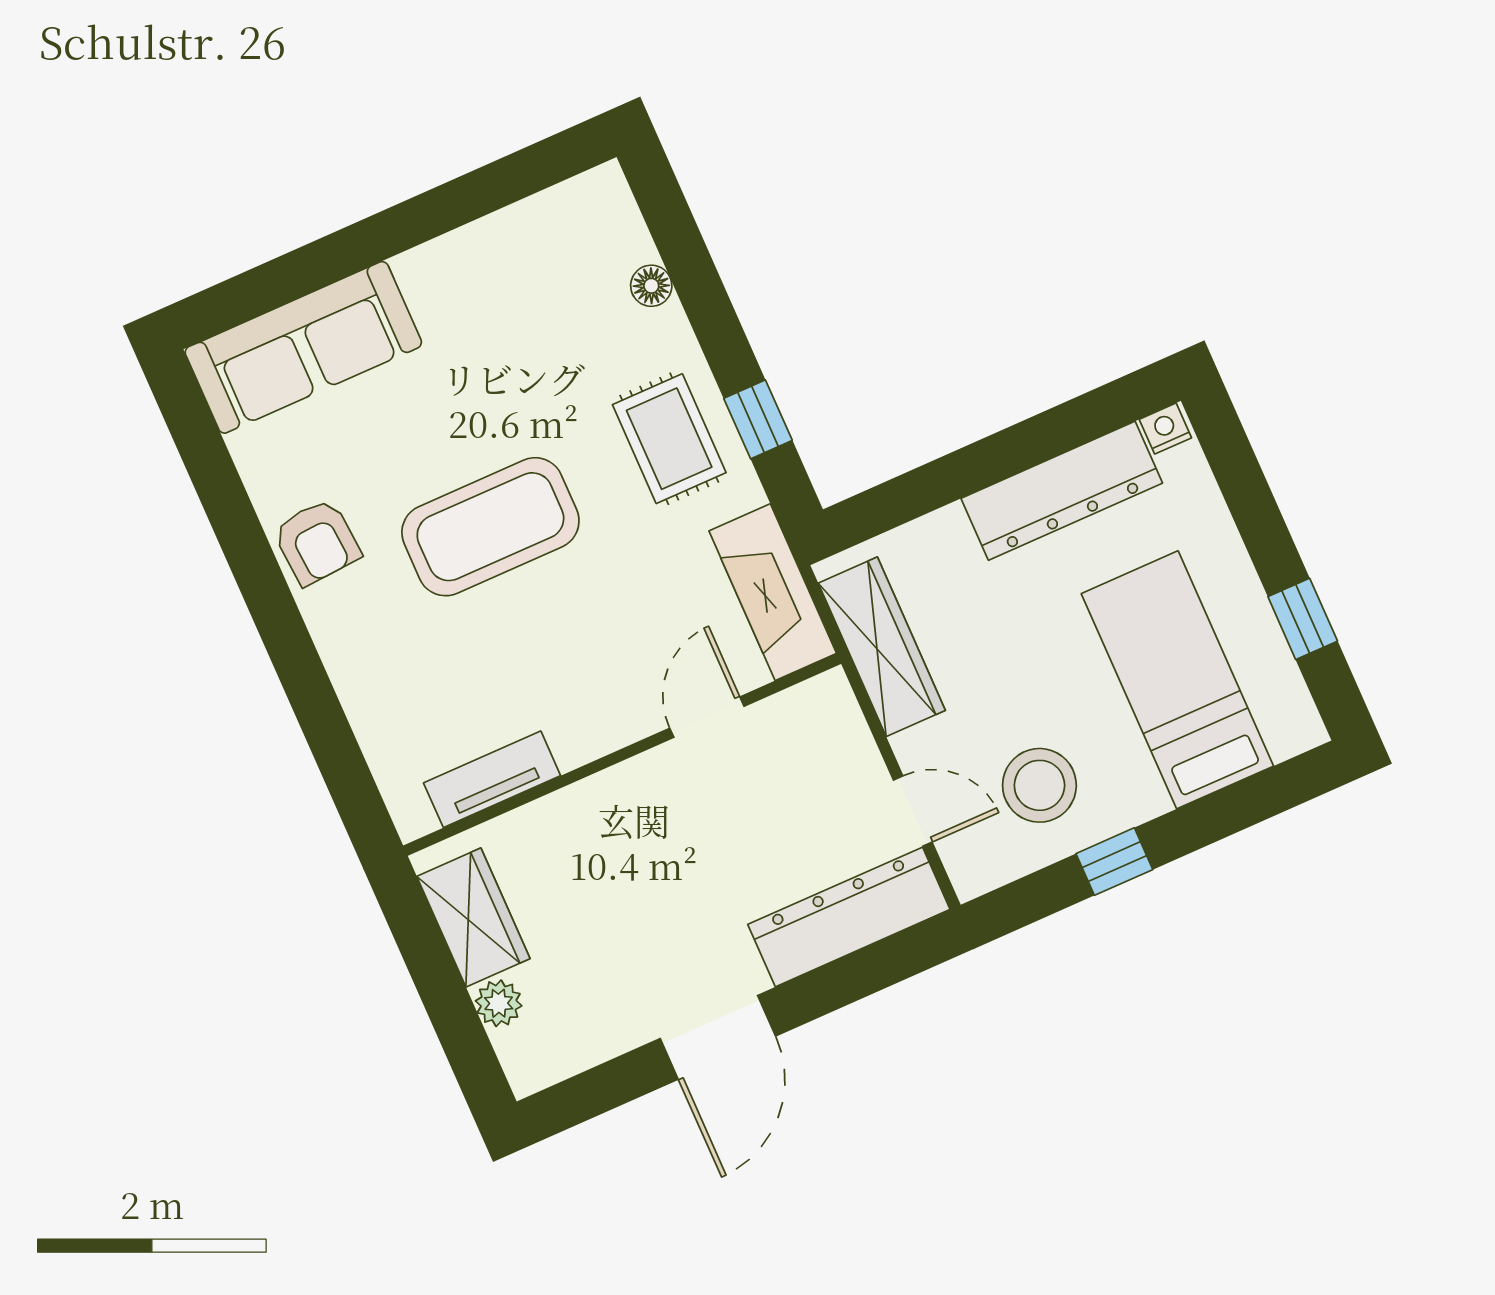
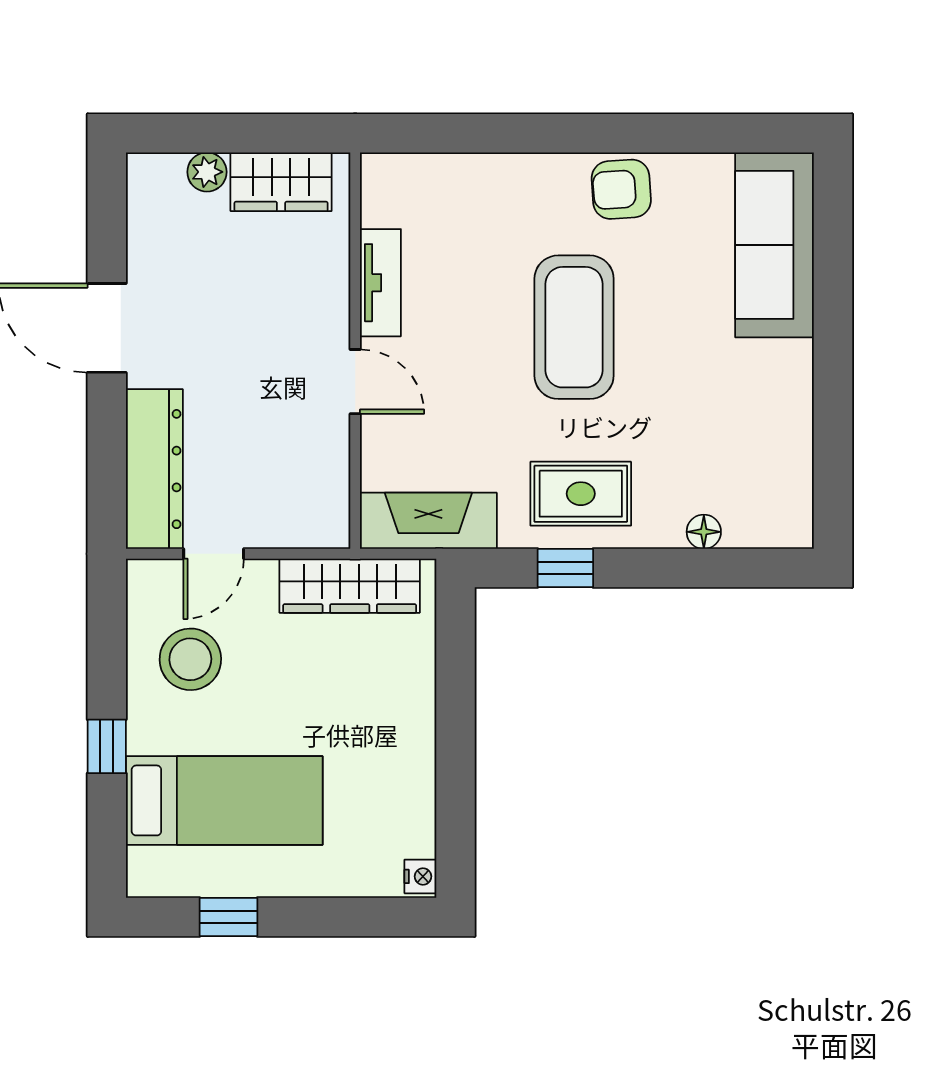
dresser: (1062, 491) -> (408, 776), removed
door: (707, 717) -> (355, 382), moved
tv unit: (492, 779) -> (380, 283), moved
window: (1114, 862) -> (107, 746), moved

